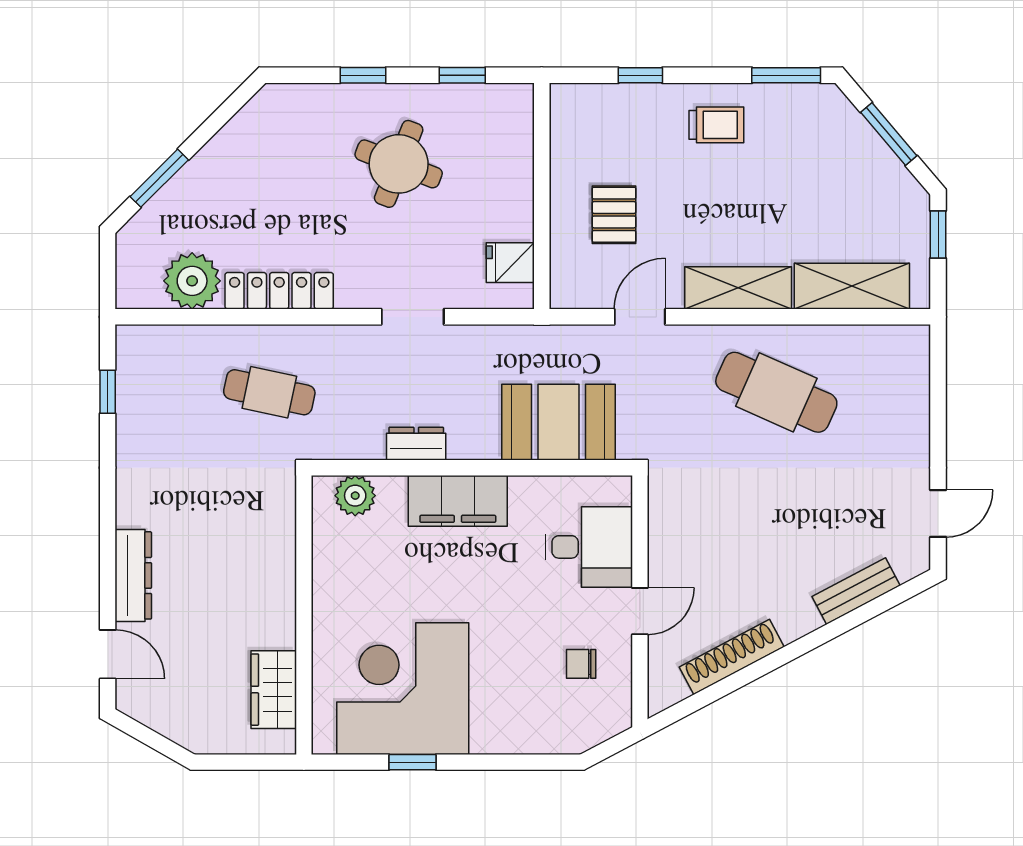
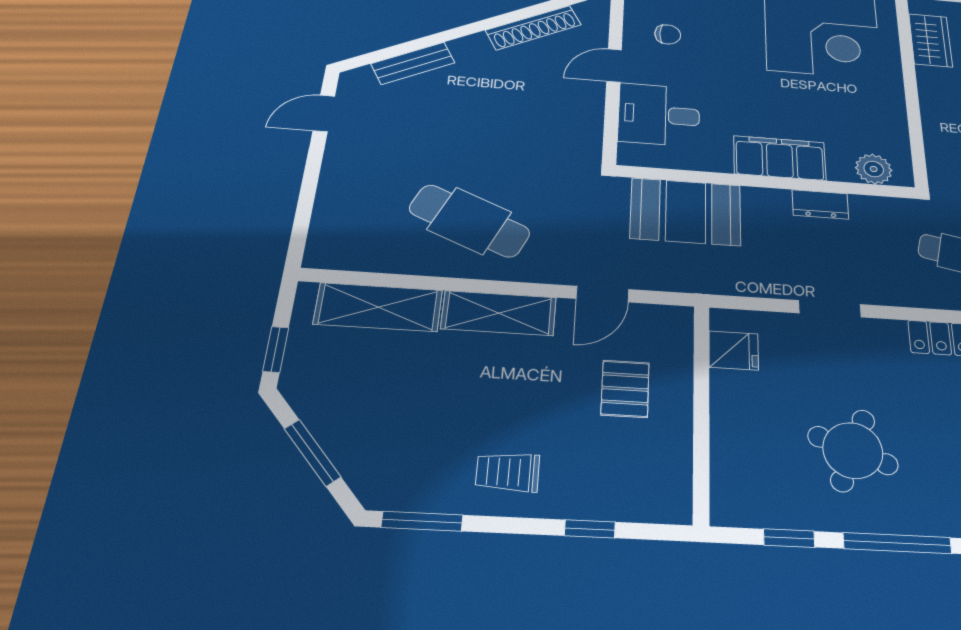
window: (363, 75) -> (897, 543), width x2.17

